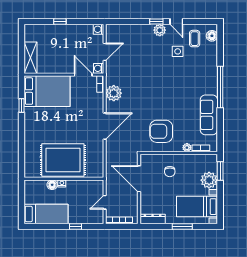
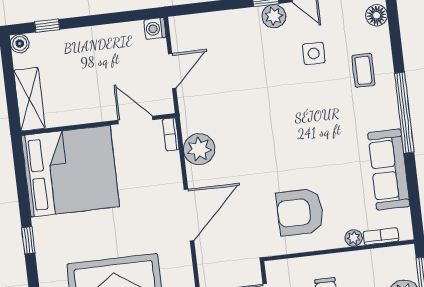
window: (60, 21) -> (47, 26), moved
boiler: (29, 29) -> (20, 44), added
coffee table: (195, 39) -> (363, 70), moved
washing machine: (99, 68) -> (164, 104), removed
bed: (47, 91) -> (70, 171), width x1.36
window: (21, 106) -> (28, 240), moved

